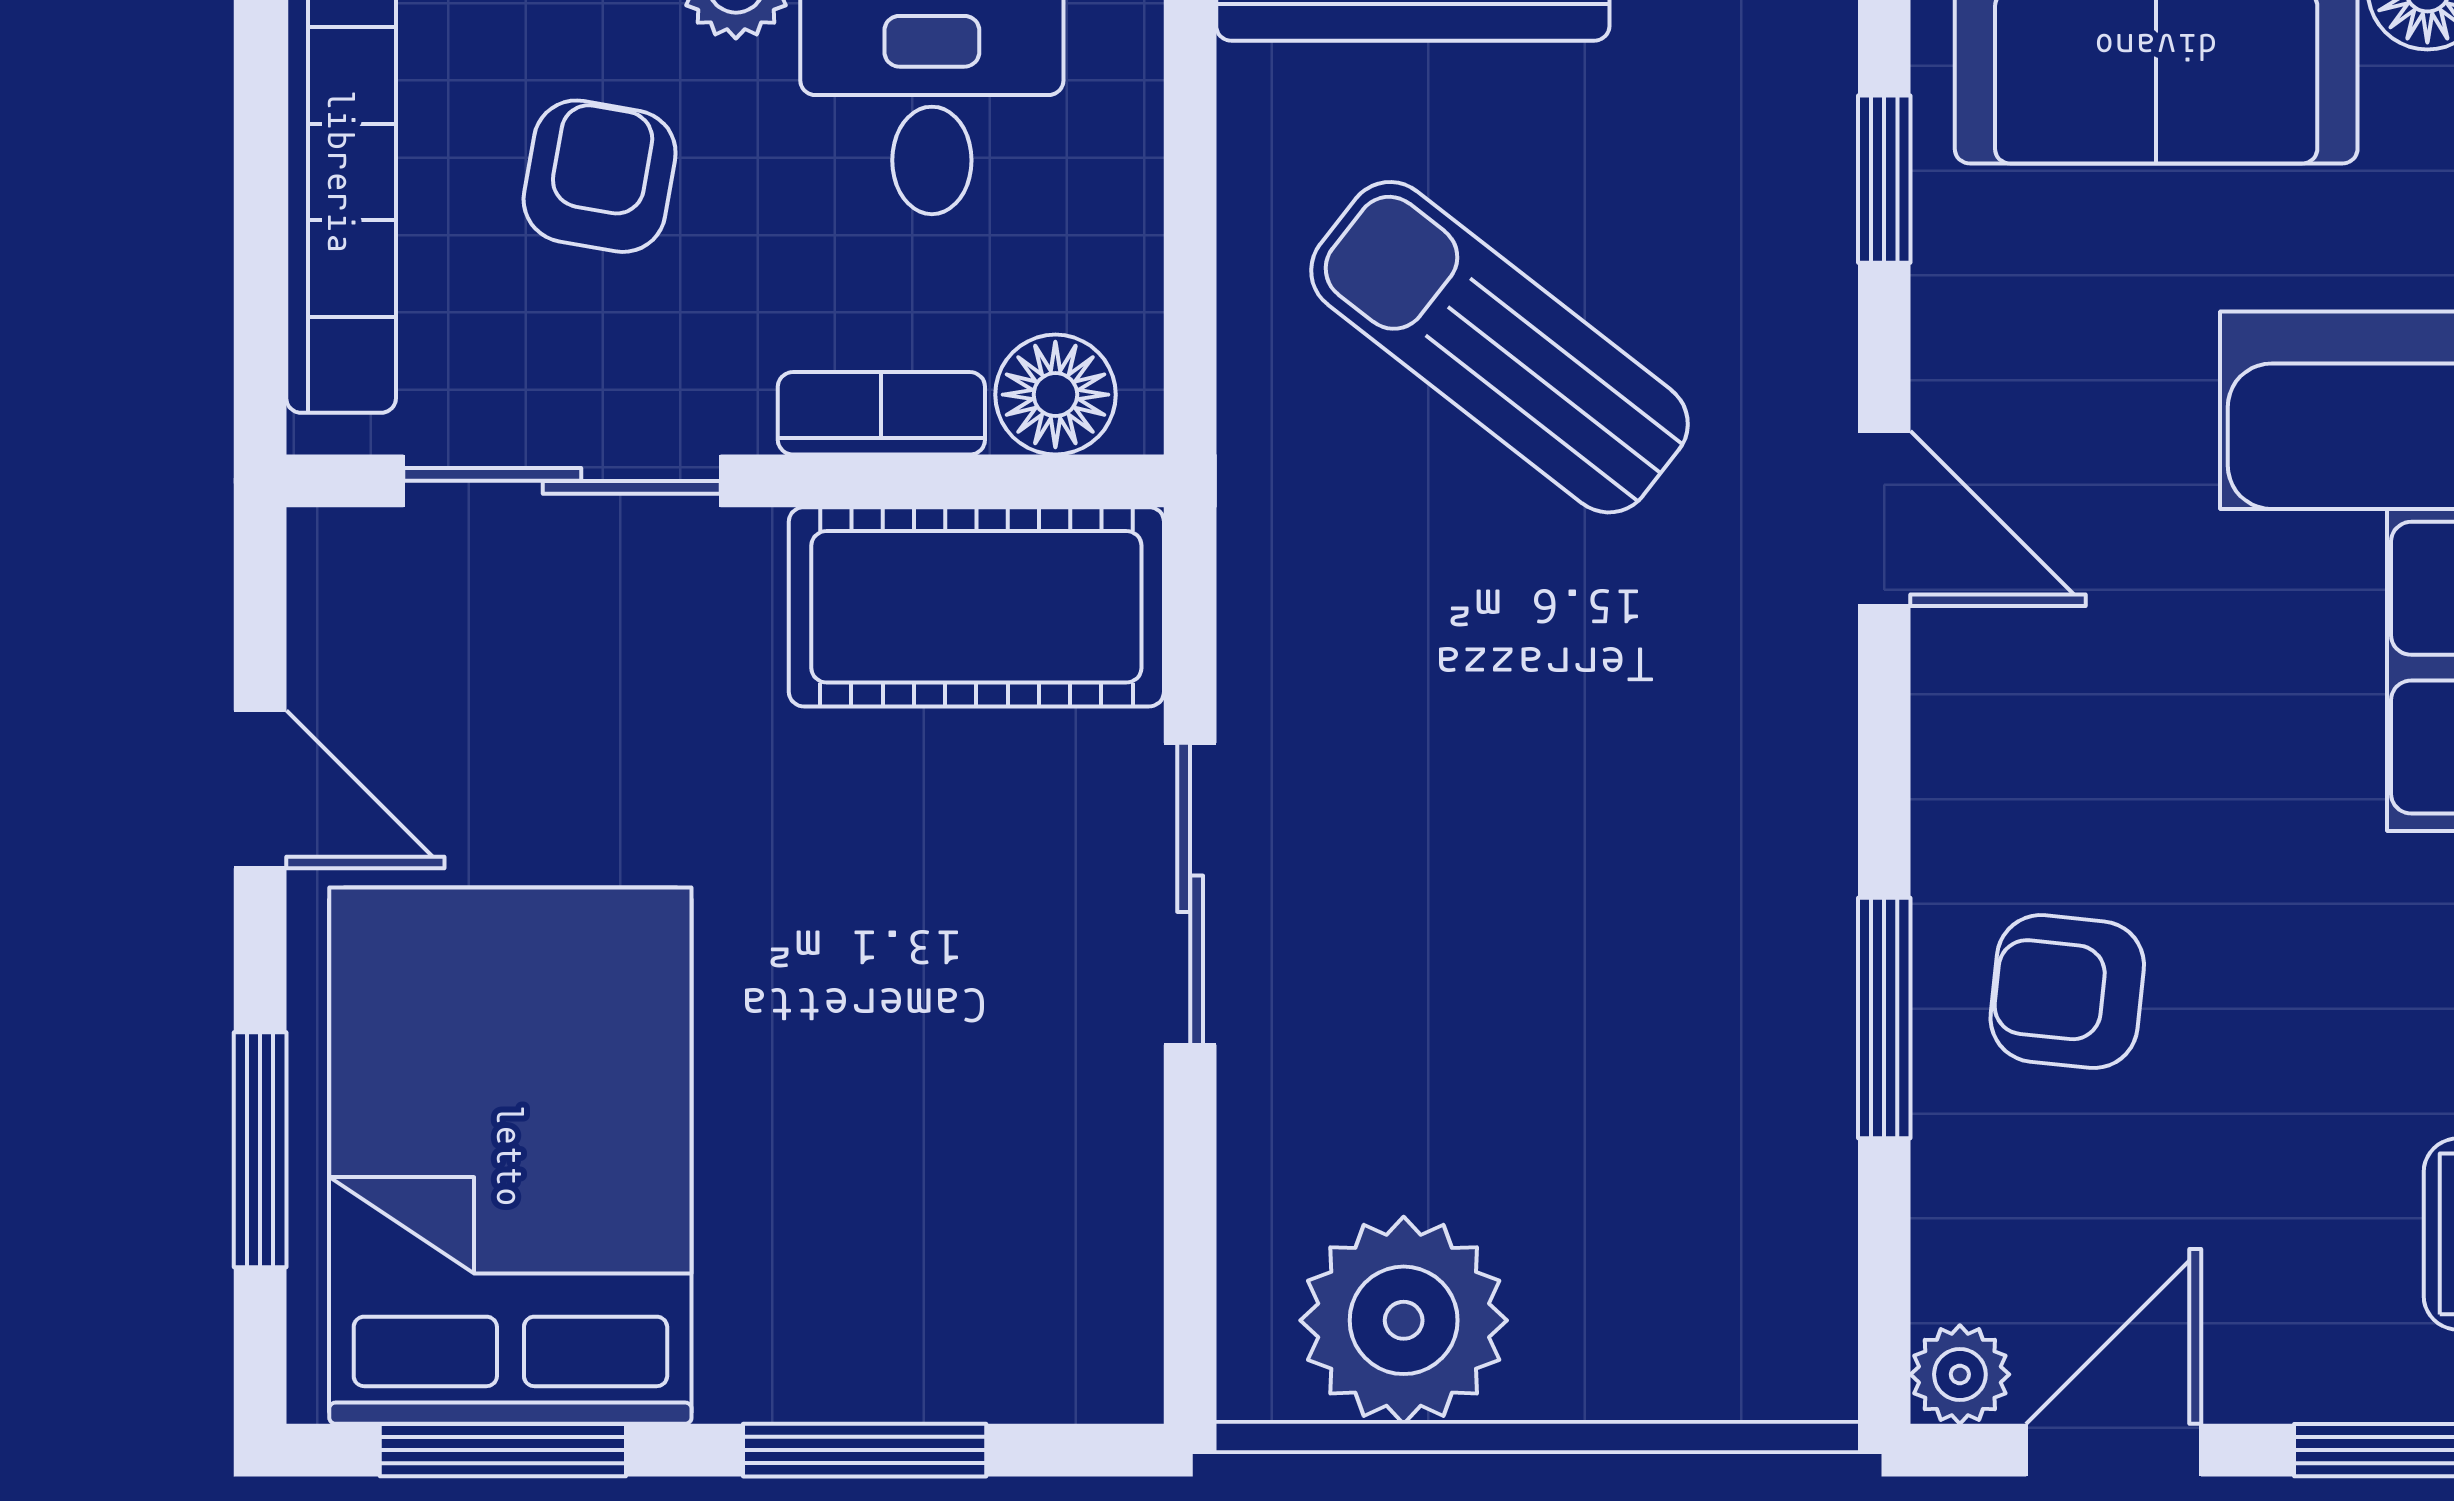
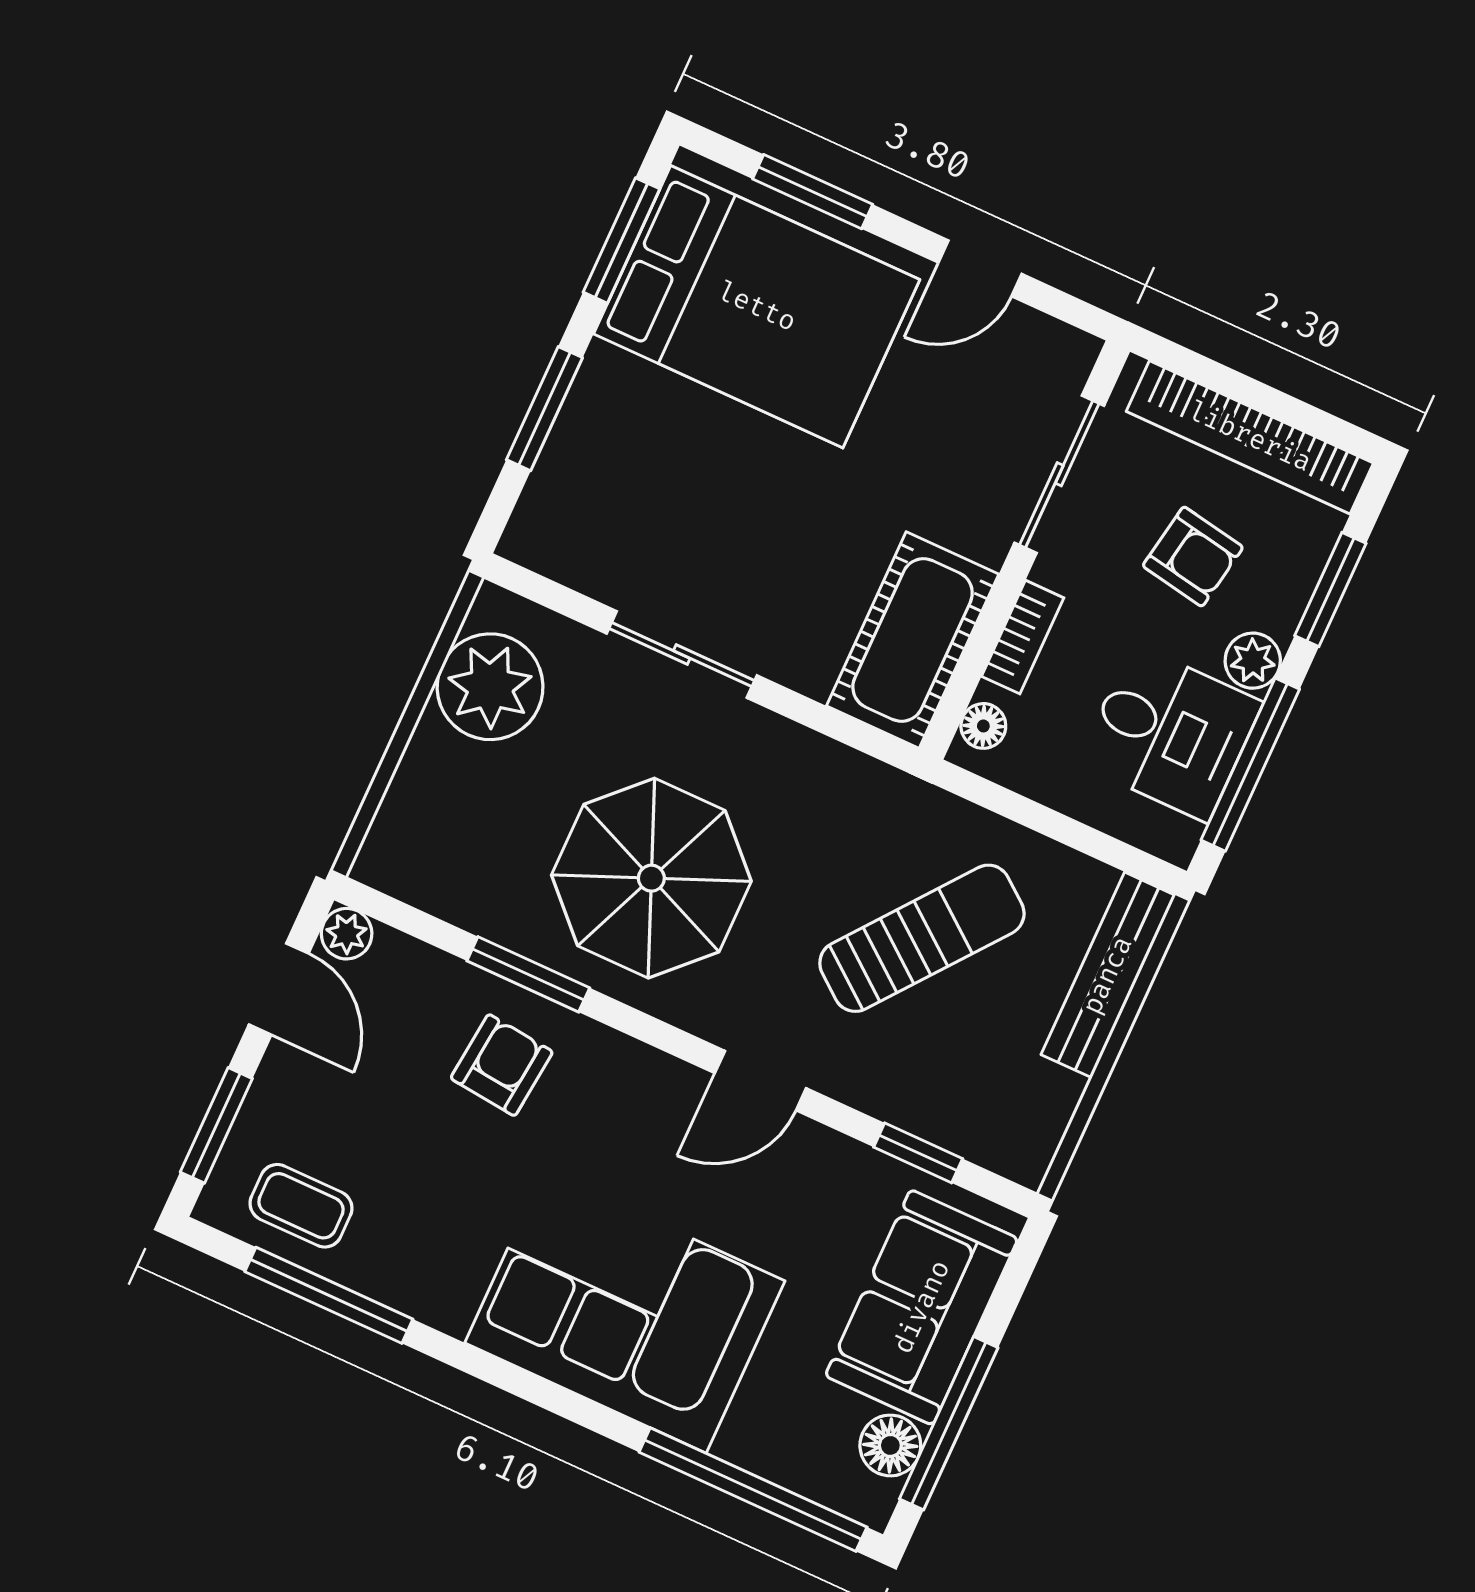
floor lamp: (1055, 395) -> (983, 726), width x0.73, depth x0.73
parasol: (1613, 878) -> (651, 878), added
sliding door: (1190, 894) -> (682, 654), moved

